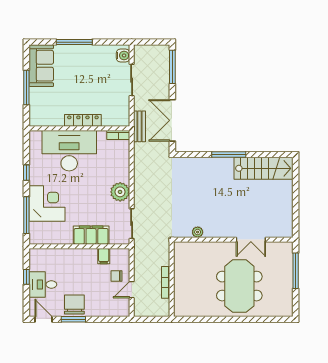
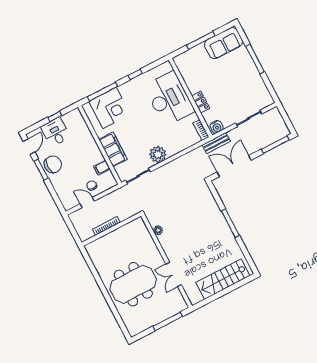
water cooler: (123, 55) -> (217, 127), moved
locker: (83, 120) -> (201, 102), width x0.66
stairs: (264, 168) -> (223, 279), moved, turned 90
corner desk: (47, 204) -> (110, 108), moved

